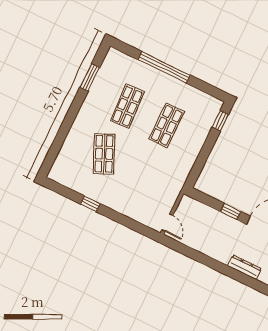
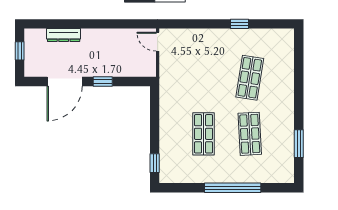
shop shelf: (104, 154) -> (250, 78), turned 33

